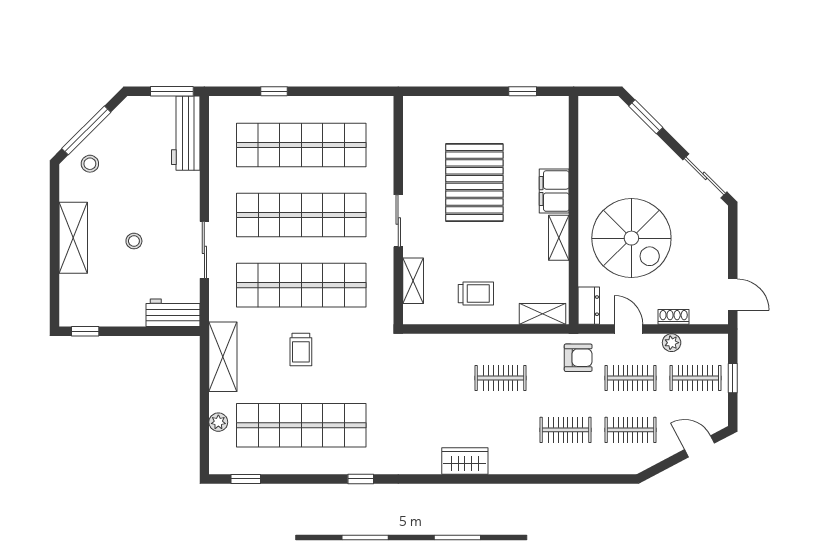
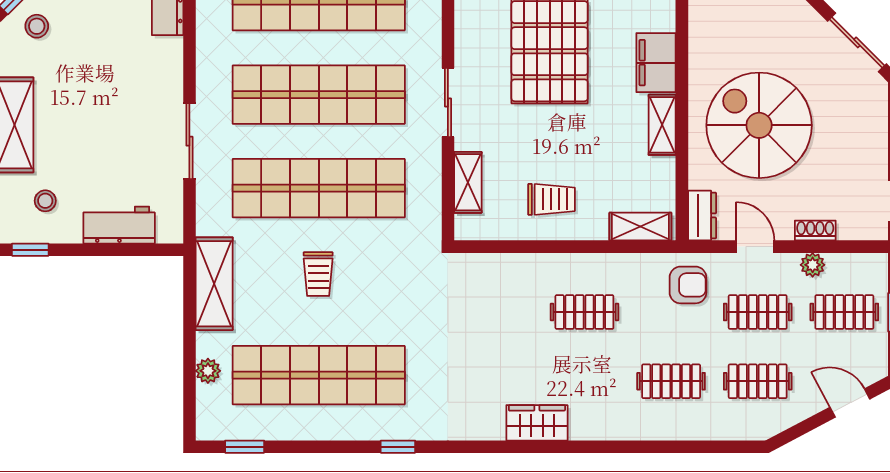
spiral stairs: (631, 238) -> (759, 125), turned 180
stool: (134, 241) -> (45, 201), moved
workbench: (173, 313) -> (119, 225), moved

